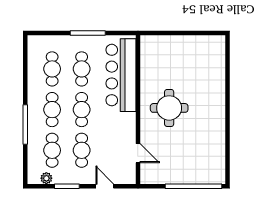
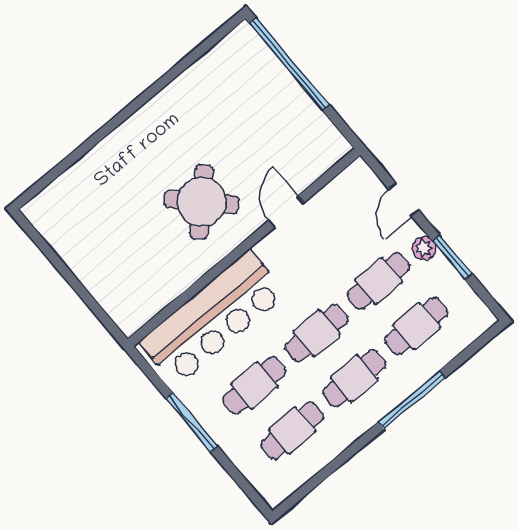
round table: (169, 108) -> (202, 202), turned 45
door: (138, 153) -> (286, 212), moved
plant: (46, 178) -> (424, 248), moved

